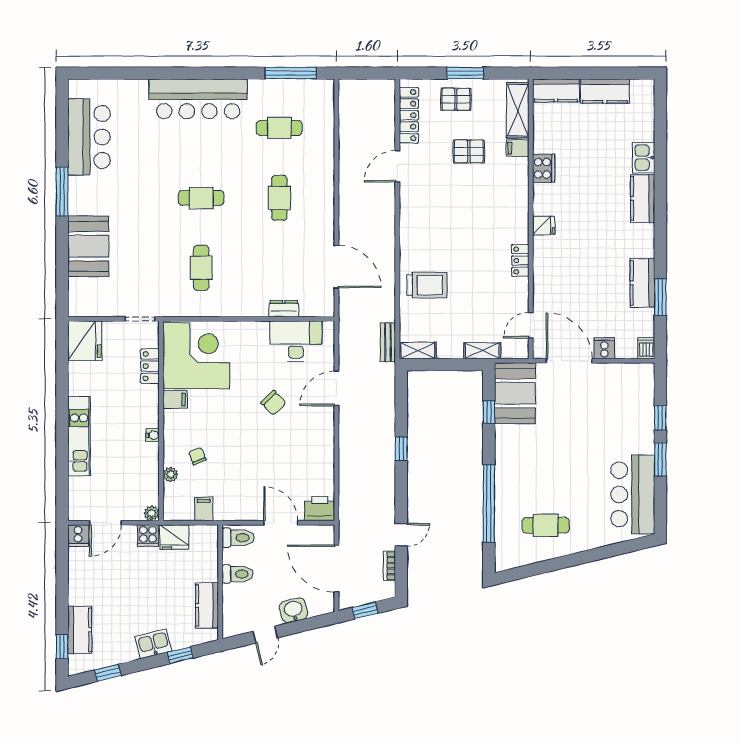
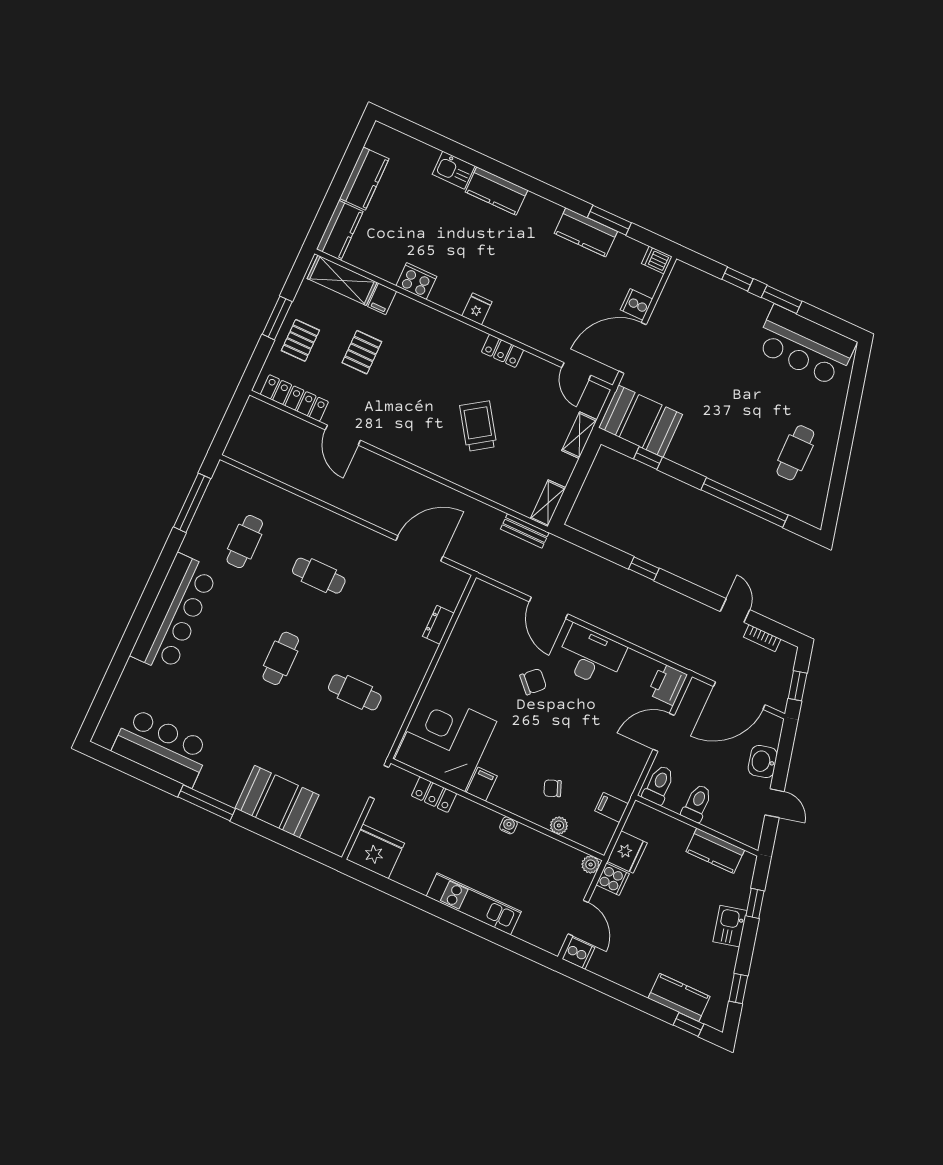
trolley: (427, 285) -> (478, 426), moved, turned -34
desk: (296, 341) -> (591, 656), moved, turned 90

